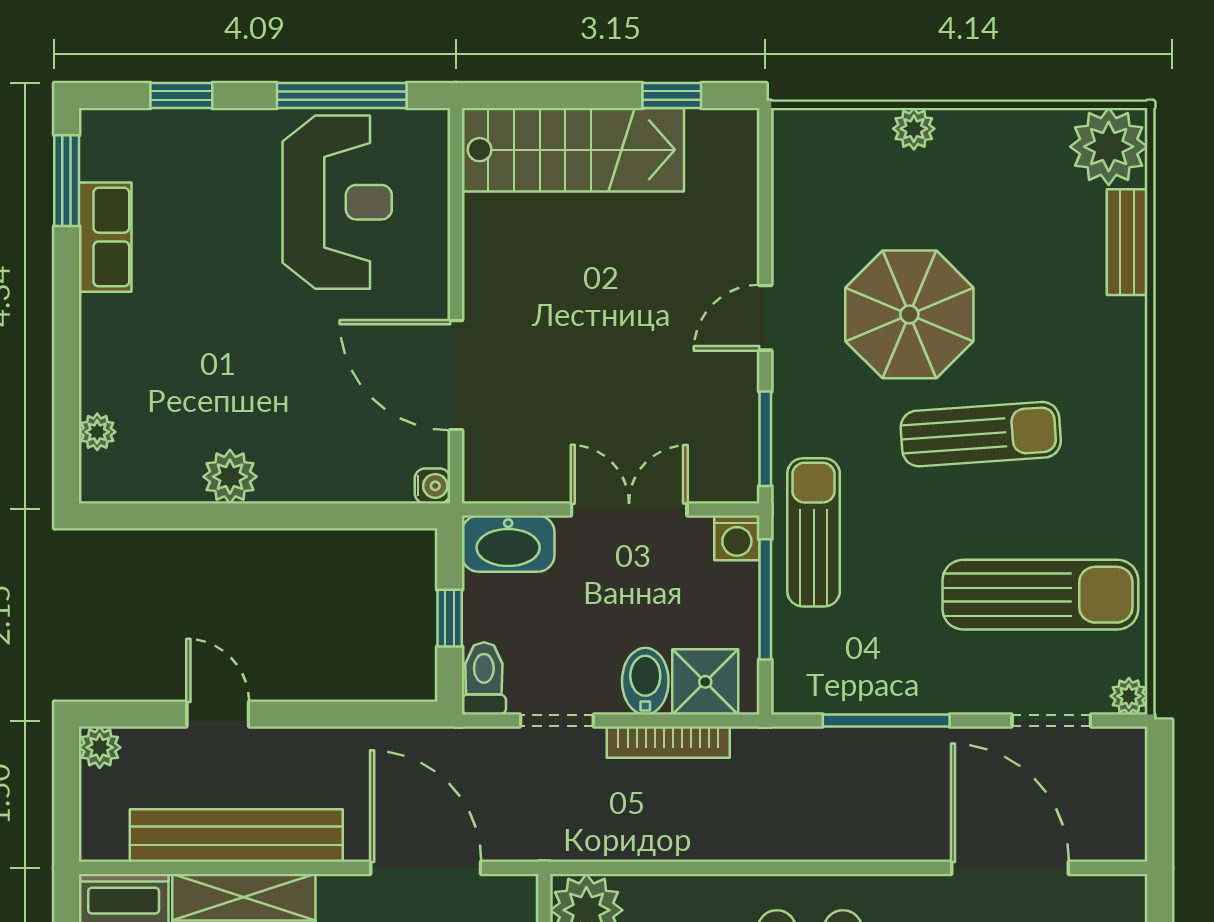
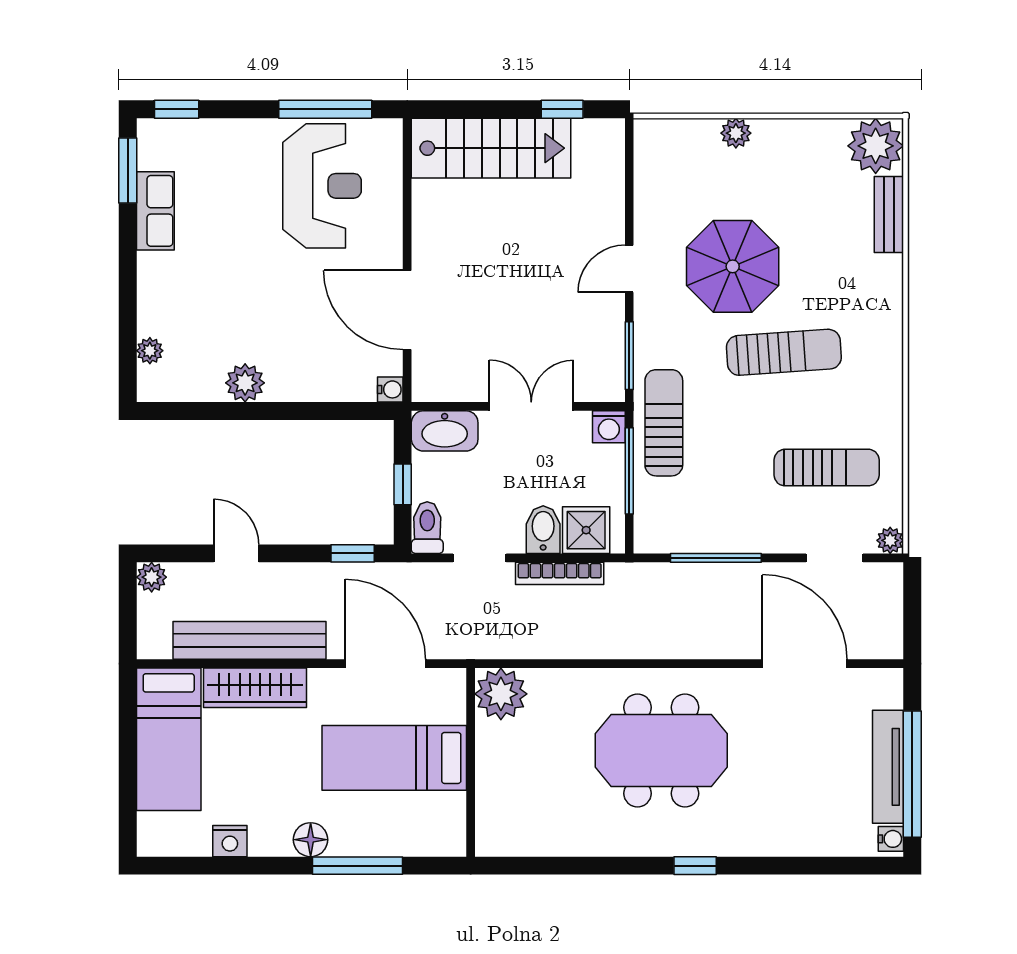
window: (181, 96) -> (177, 109), moved
sun lounger: (1040, 595) -> (827, 468), width x0.73, depth x0.75
window: (380, 714) -> (353, 553), added

